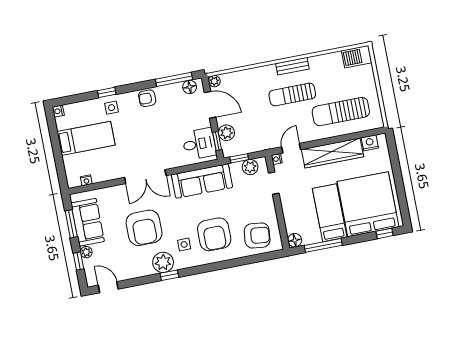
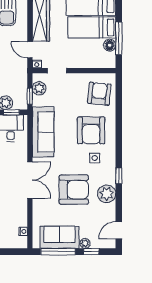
window: (71, 224) -> (58, 252), width x1.44
armchair: (214, 234) -> (91, 130), turned 90
floor lamp: (295, 240) -> (110, 45), moved
plant: (163, 262) -> (107, 194), moved

